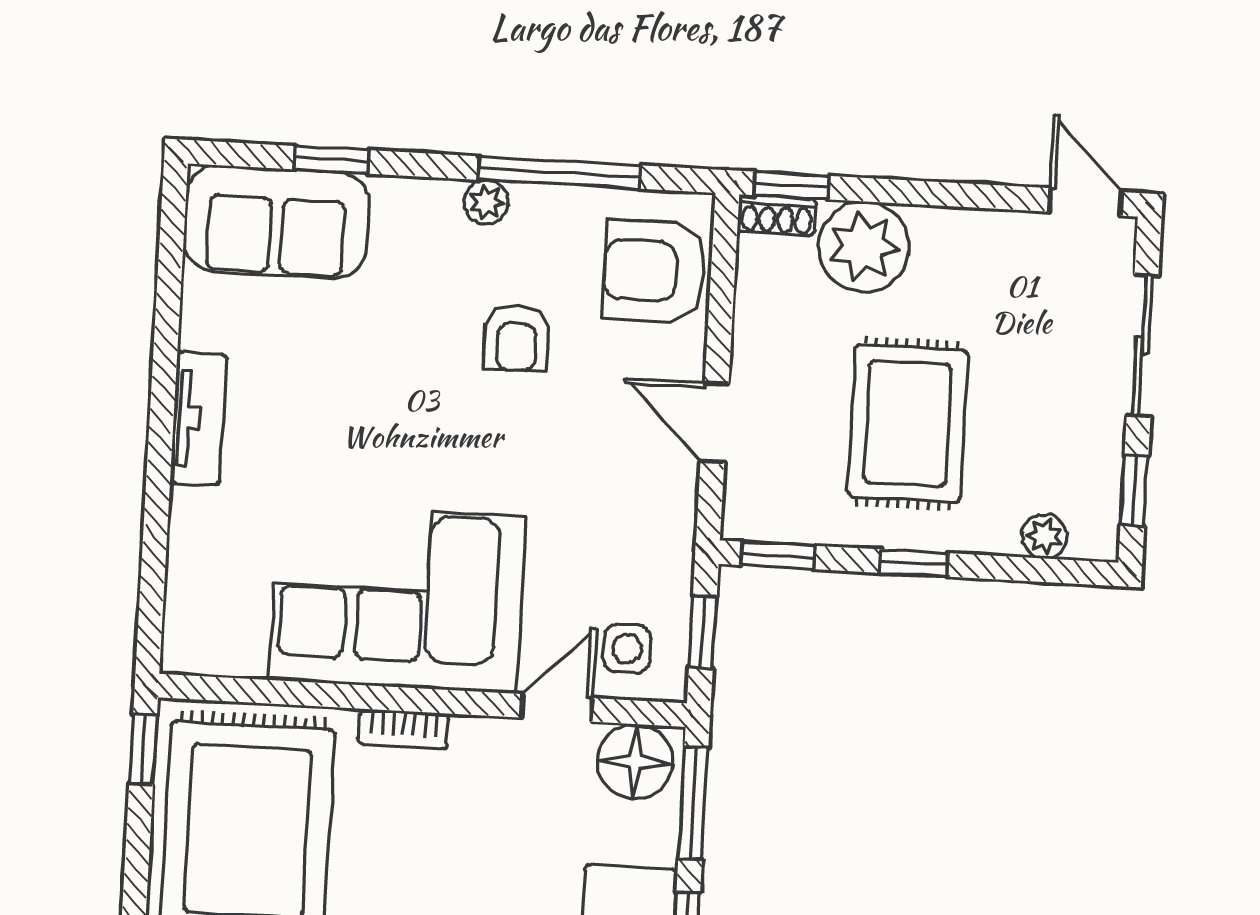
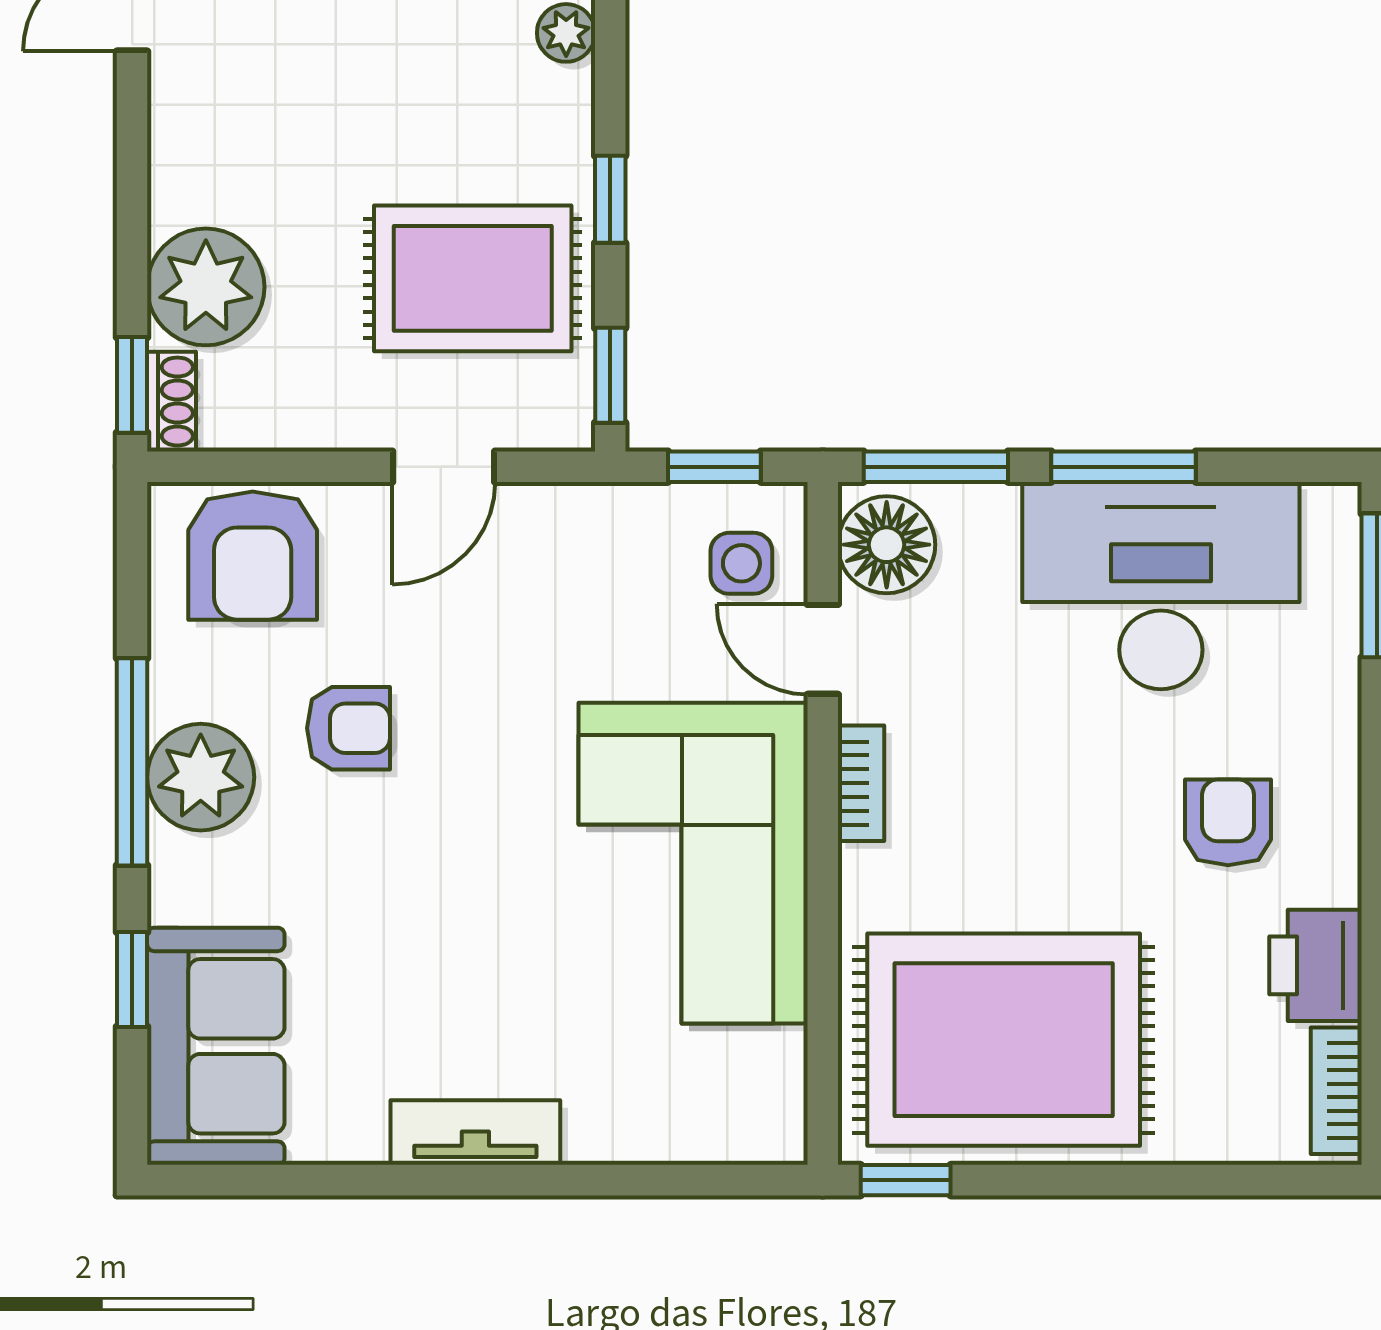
window: (559, 173) -> (132, 762), moved
plant: (486, 202) -> (201, 777), width x1.88, depth x1.88
rug: (907, 423) -> (473, 278), moved
bookcase: (404, 729) -> (861, 783), moved

